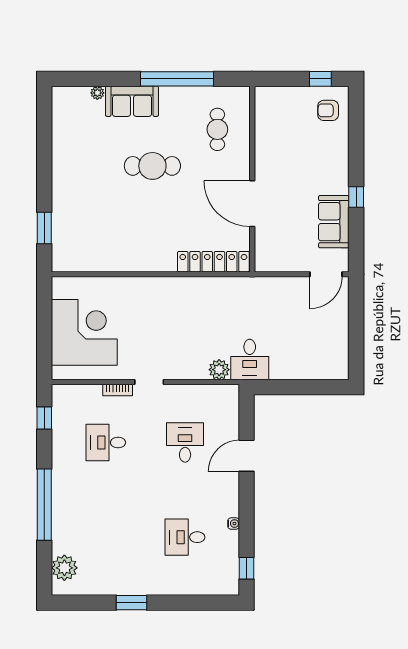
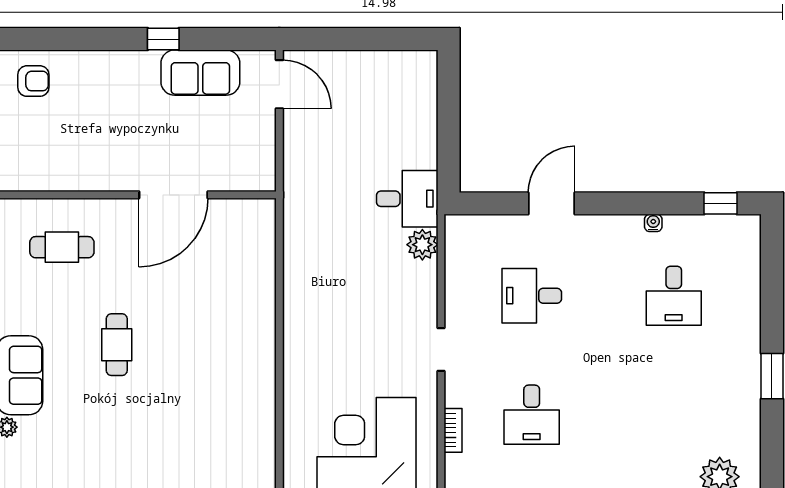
armchair: (328, 110) -> (33, 81), turned -90
cafe table: (152, 166) -> (117, 345), width x0.73, depth x0.74
locker: (213, 262) -> (260, 253), removed
bookcase: (118, 390) -> (453, 430), moved
door: (247, 456) -> (552, 203), swing flipped

